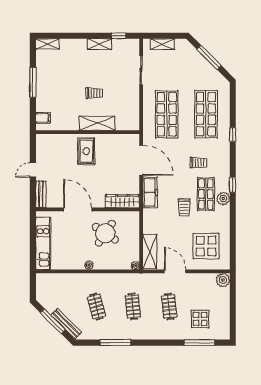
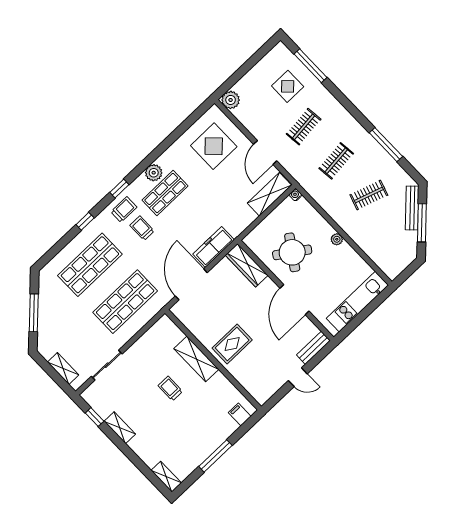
window: (233, 185) -> (119, 188), moved
trolley: (184, 207) -> (124, 209), moved
clothes rail: (96, 306) -> (369, 195), turned 33

